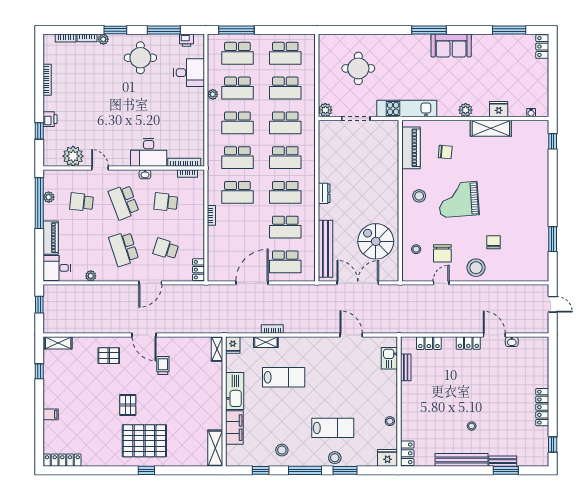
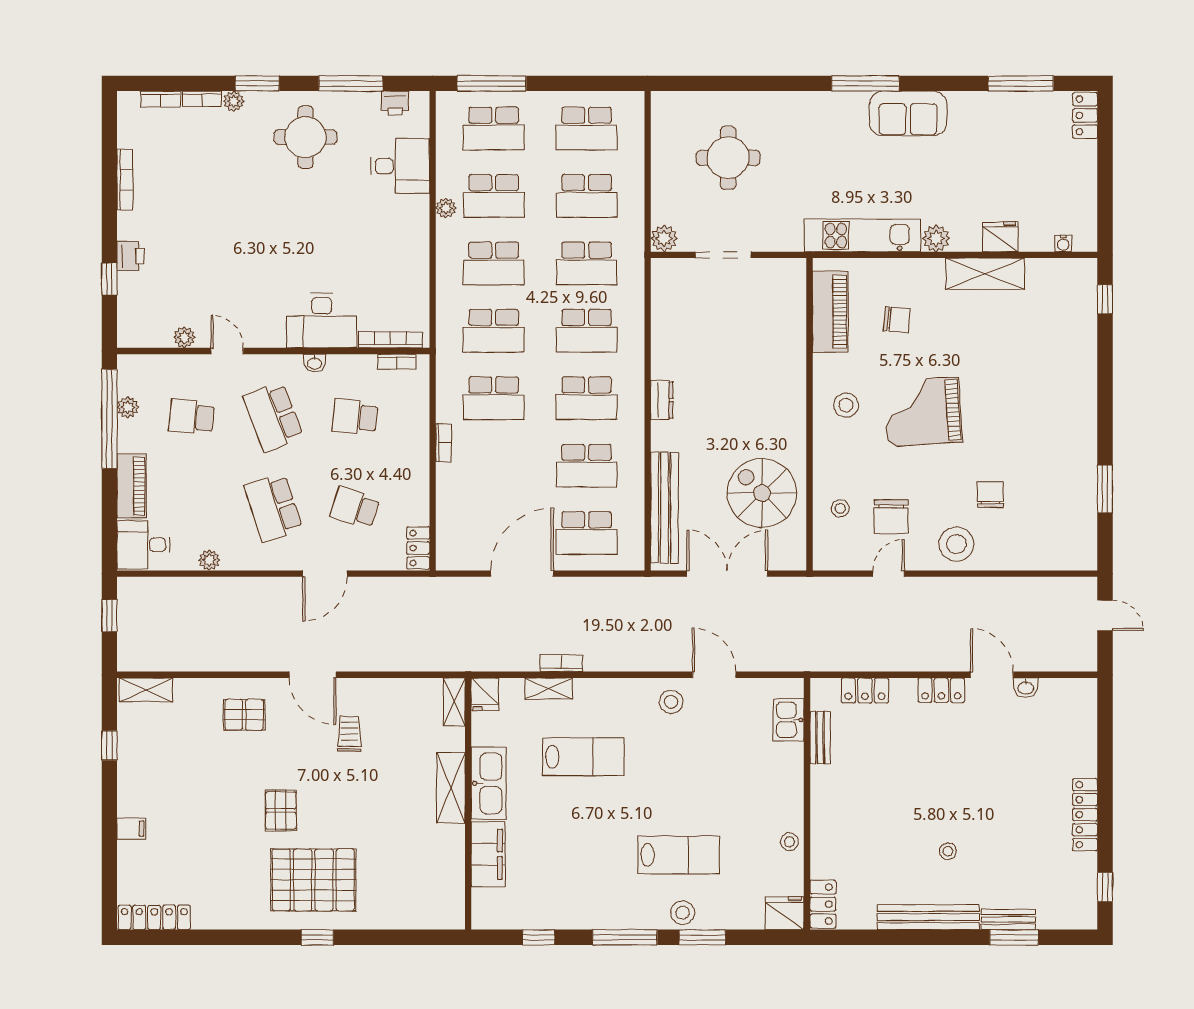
kitchen unit: (407, 108) -> (863, 235), moved
plant: (73, 156) -> (184, 337), width x0.53, depth x0.53
shelving: (215, 448) -> (451, 788), moved
stool: (282, 450) -> (671, 702), moved

